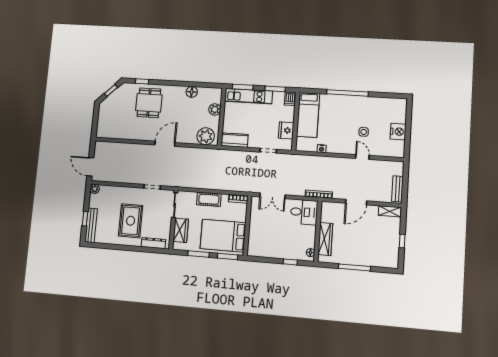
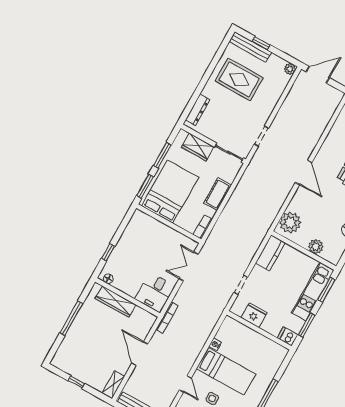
bed: (308, 115) -> (226, 371), moved, turned 180
door: (362, 157) -> (185, 384), hinge flipped
rug: (131, 221) -> (239, 79), moved

